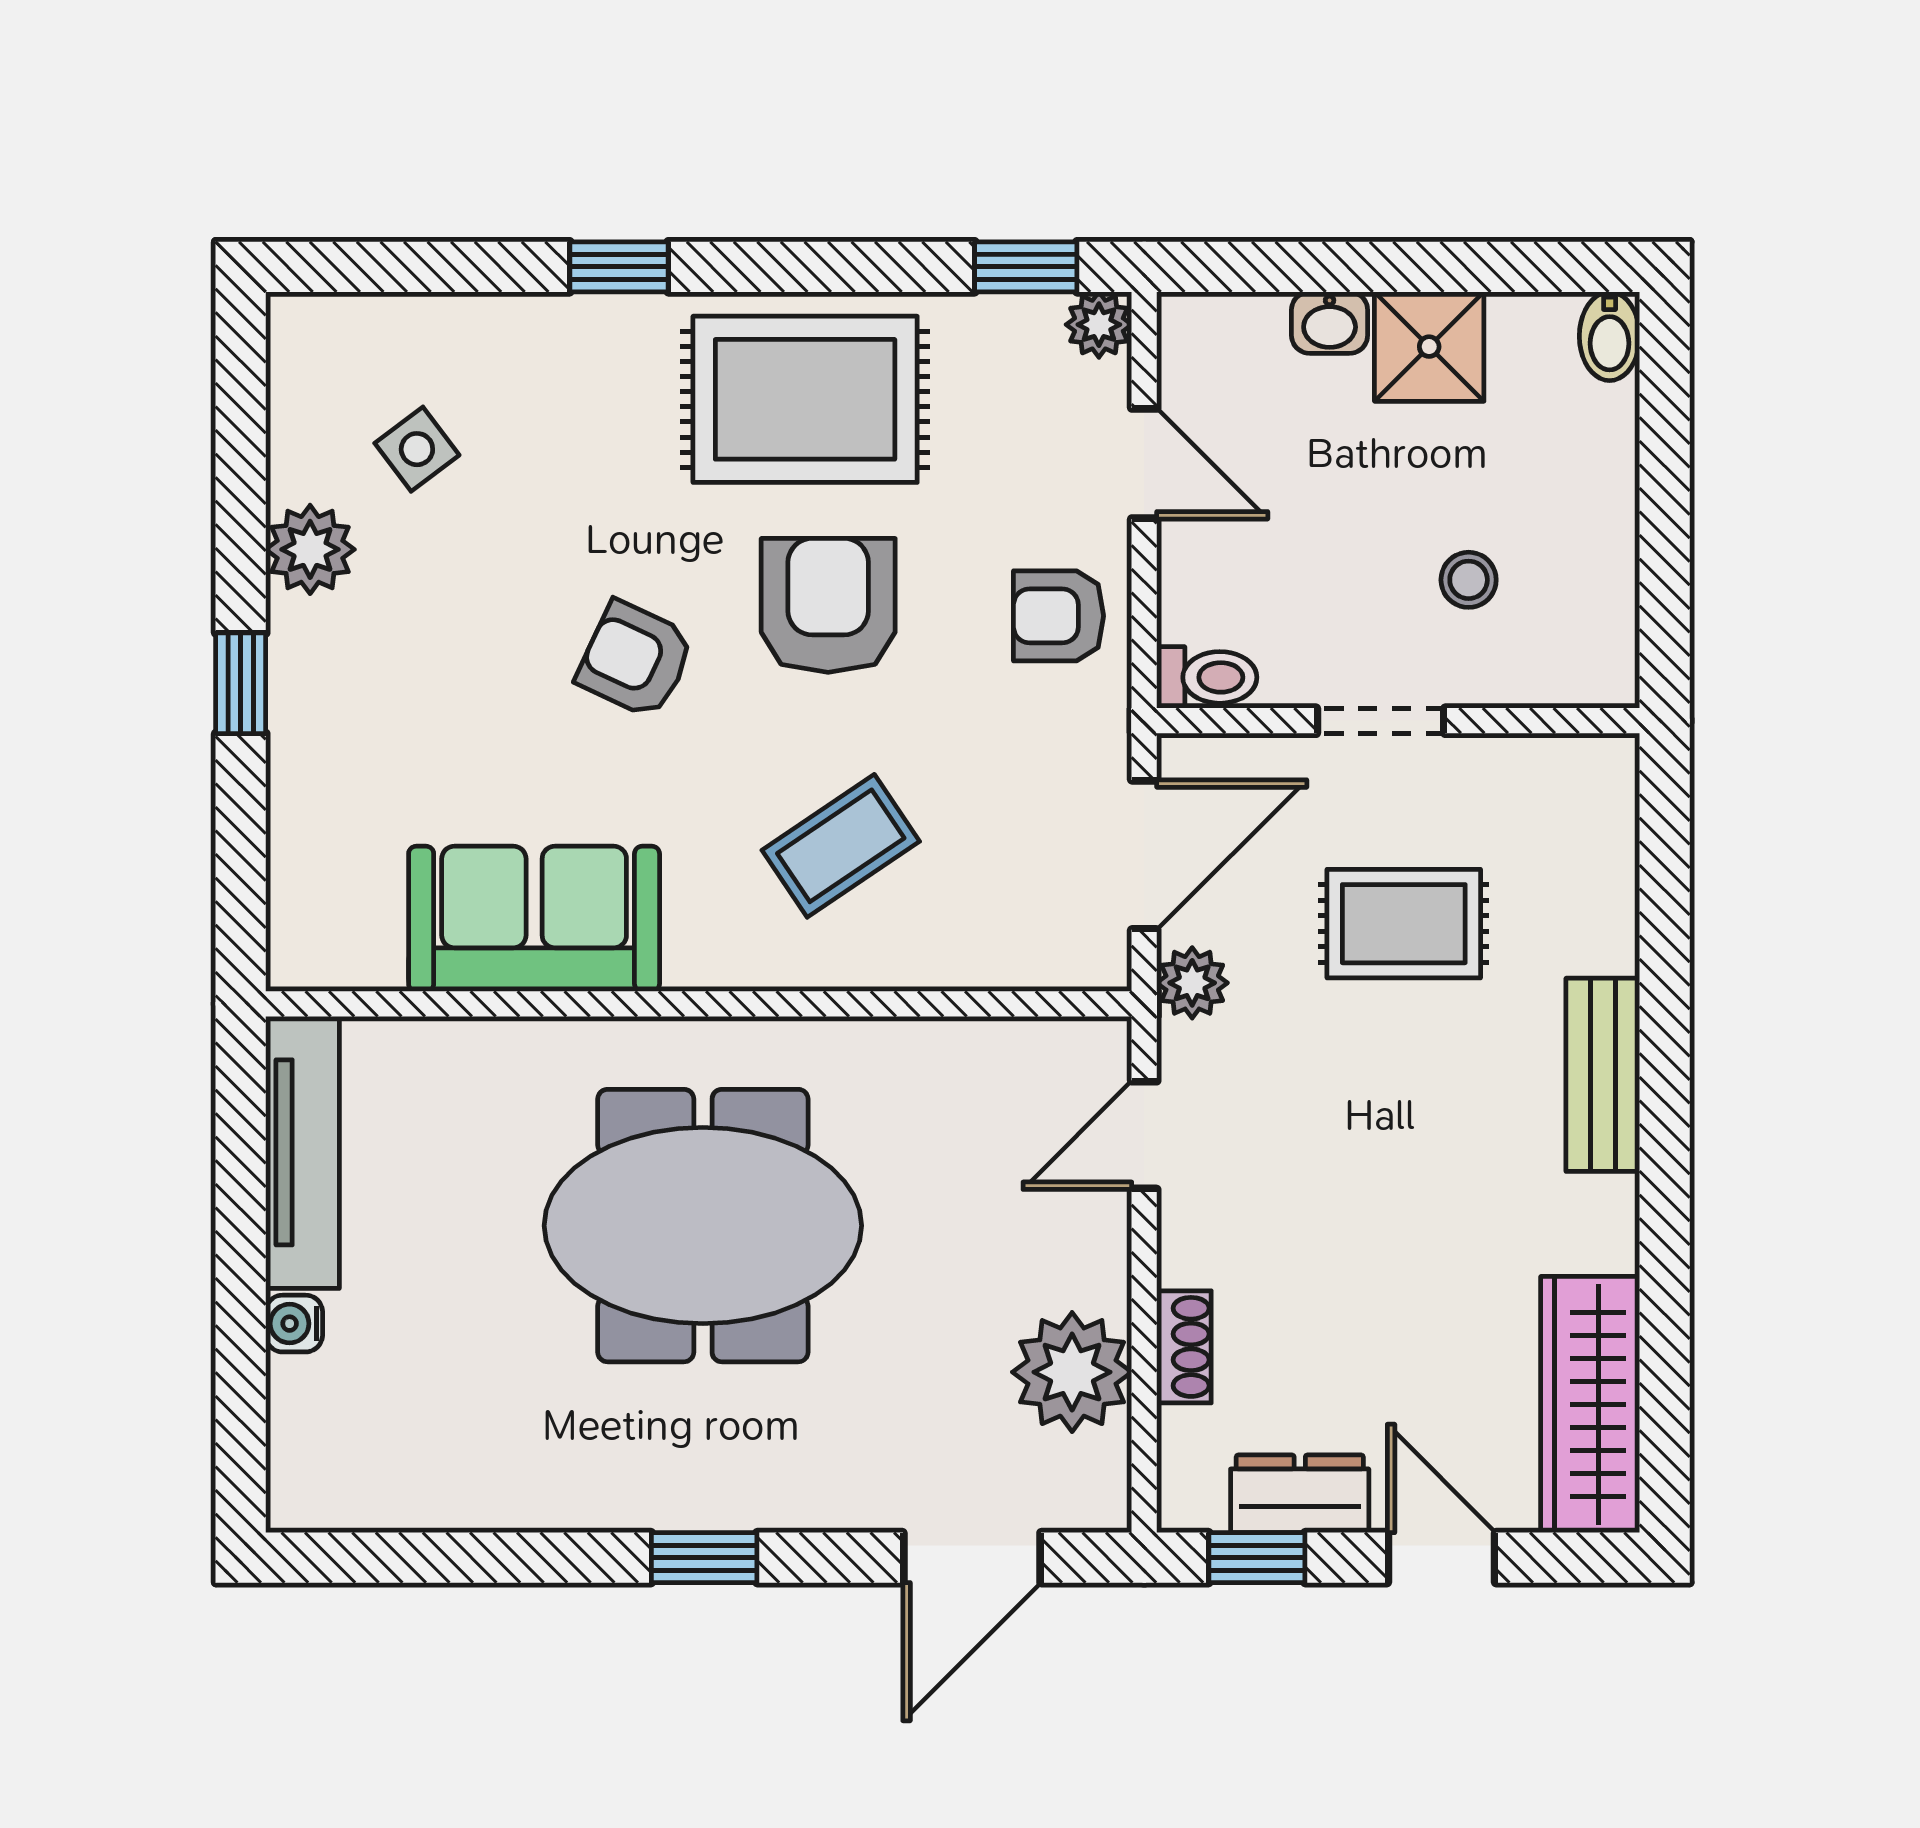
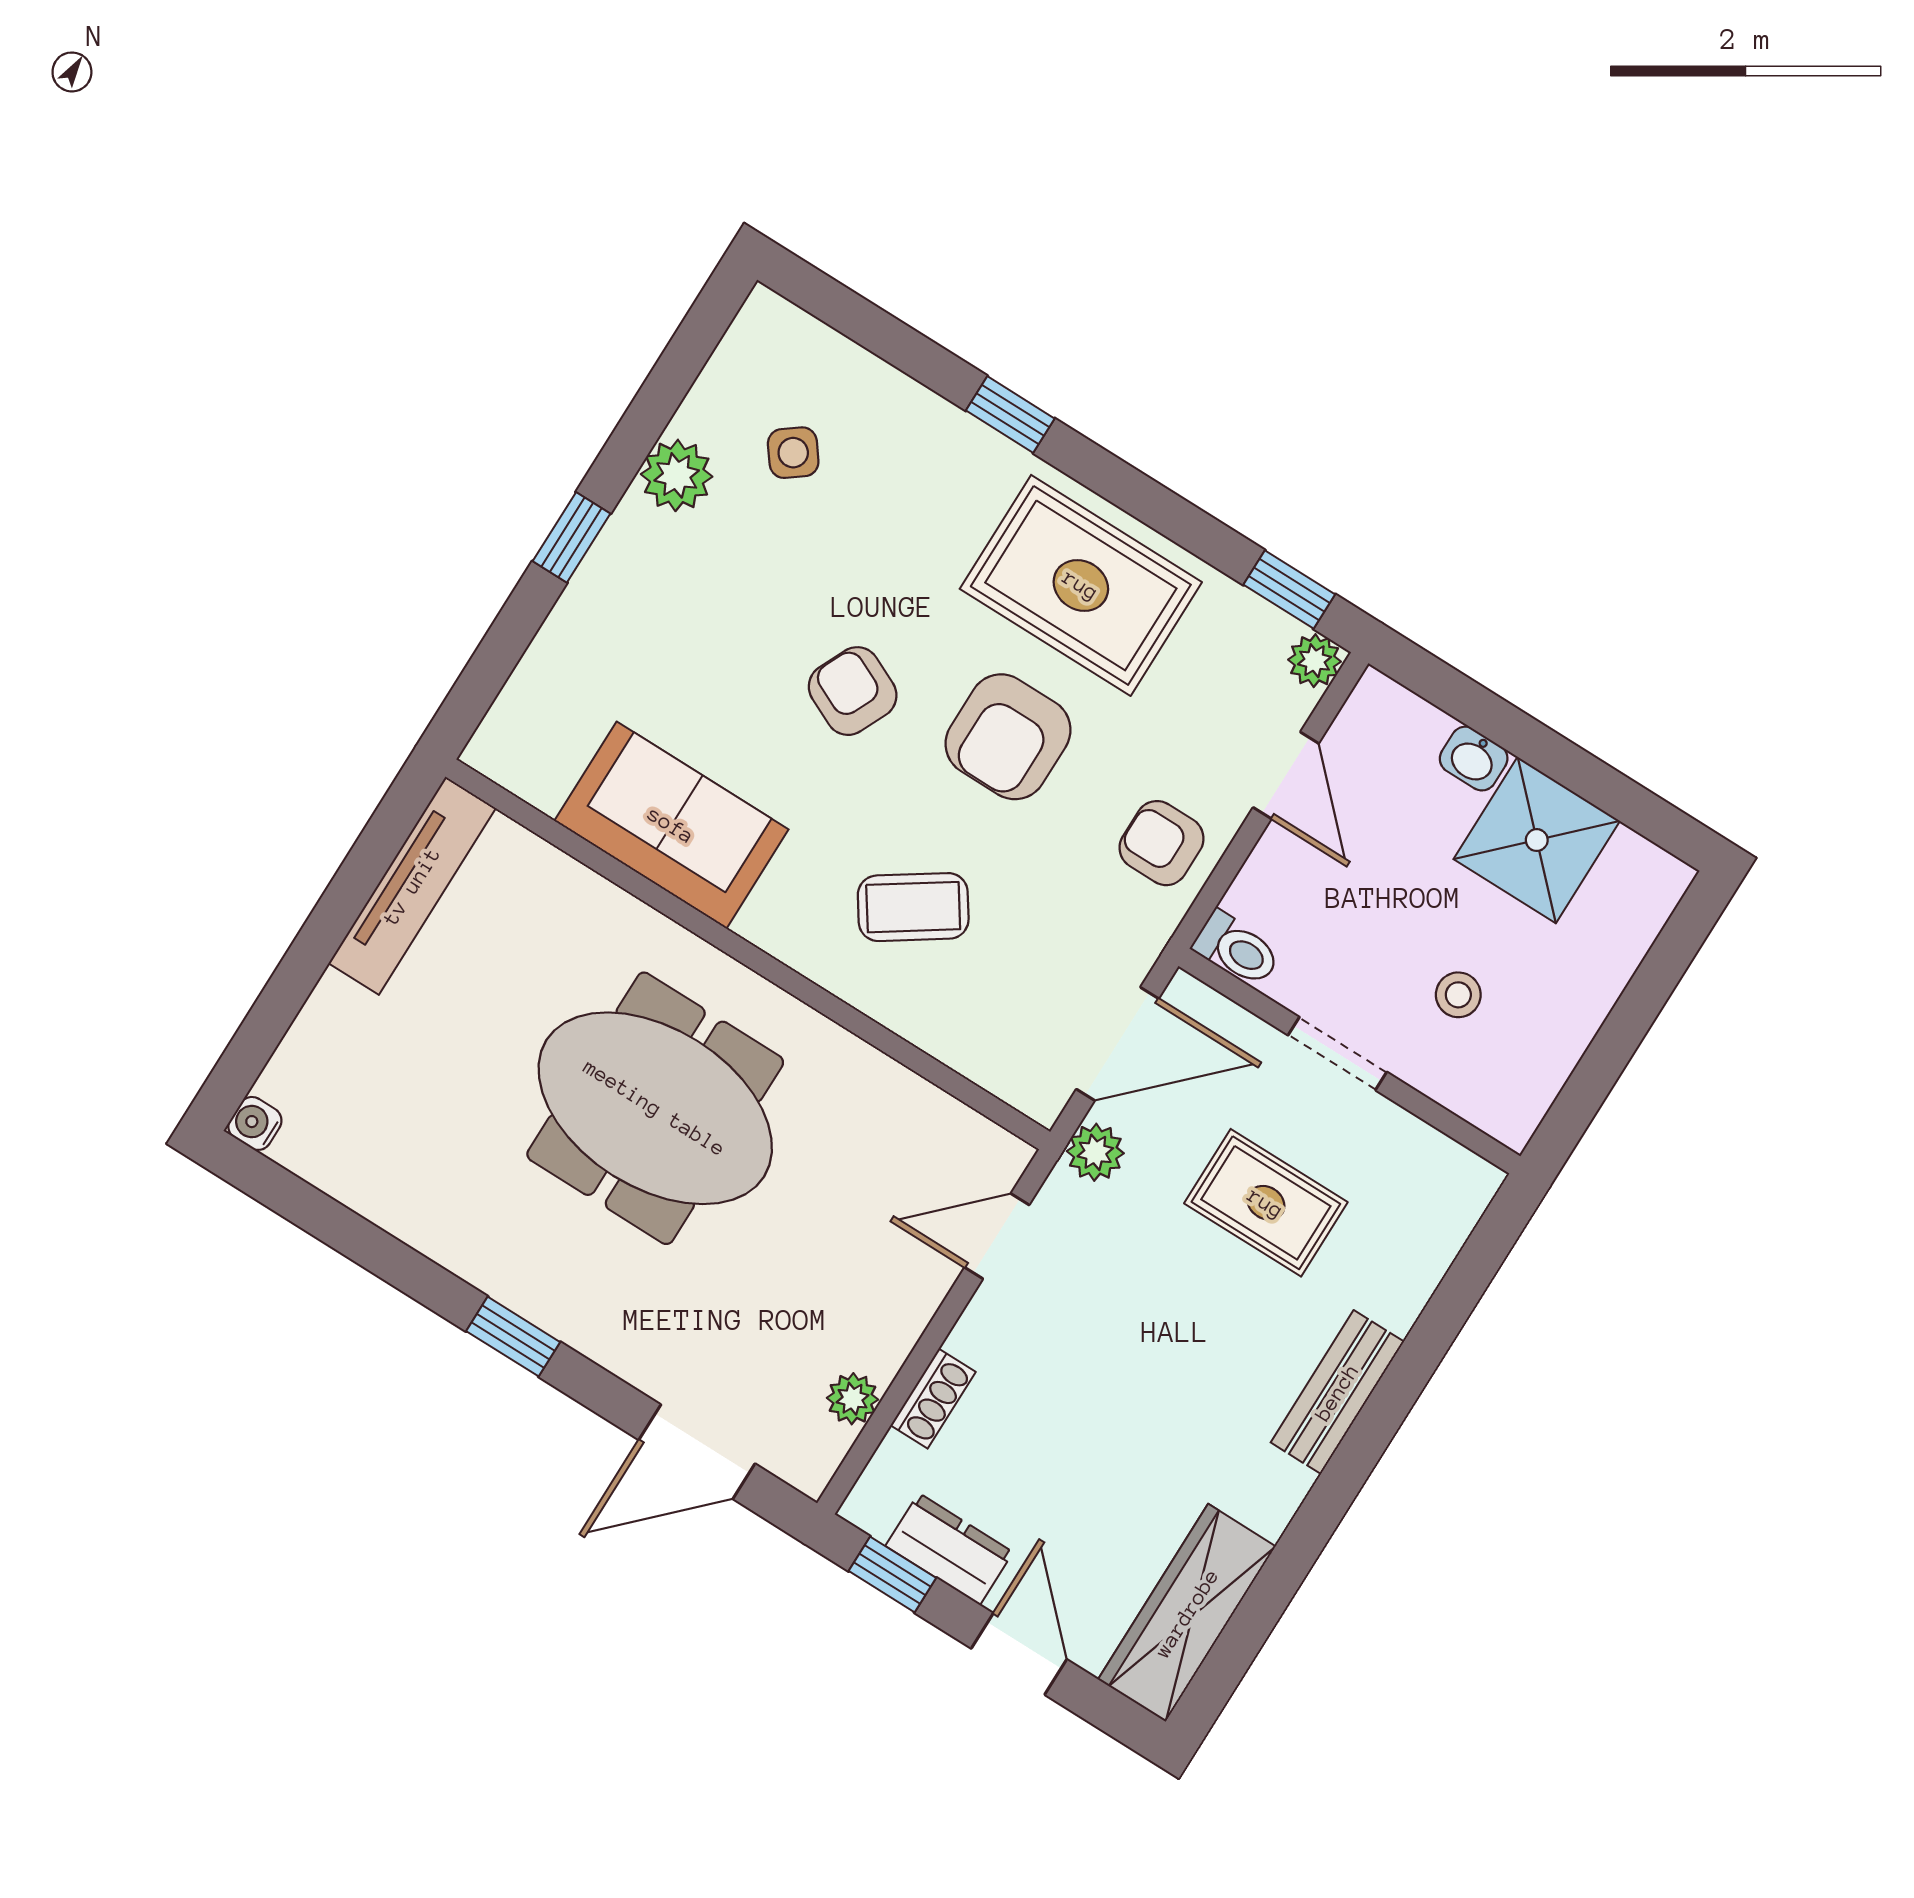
bidet: (1610, 336) -> (1660, 888), removed
shower: (1429, 347) -> (1537, 840), width x1.36, depth x1.36
armchair: (828, 605) -> (1008, 737), turned 180
water cooler: (294, 1324) -> (255, 1123), moved
plant: (1072, 1372) -> (853, 1399), width x0.53, depth x0.53

